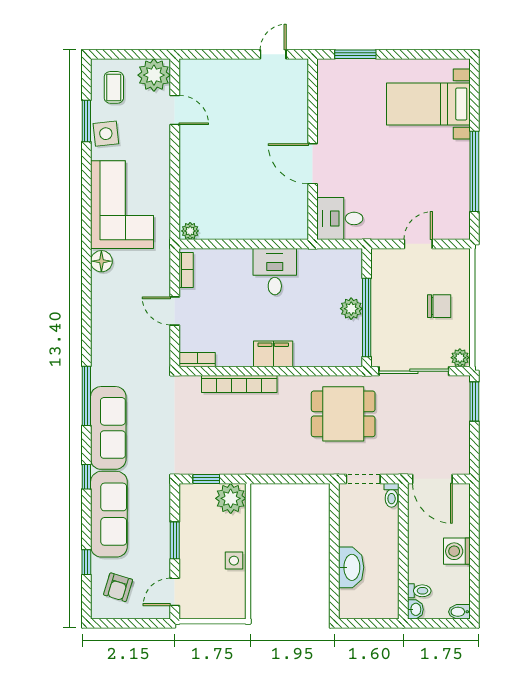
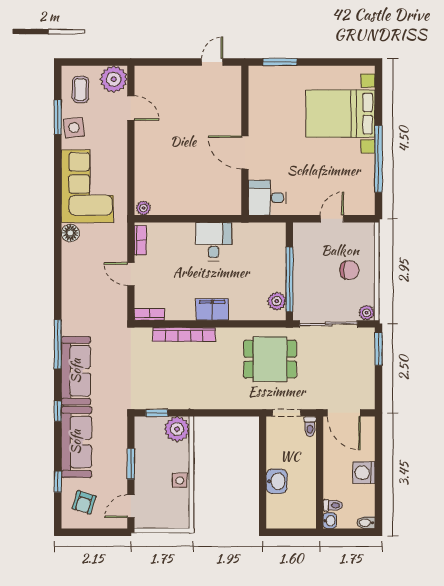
bed with nightstands: (428, 104) -> (340, 114), width x1.36
plant: (351, 309) -> (277, 301), moved
washbasin: (351, 567) -> (277, 481), width x0.72

